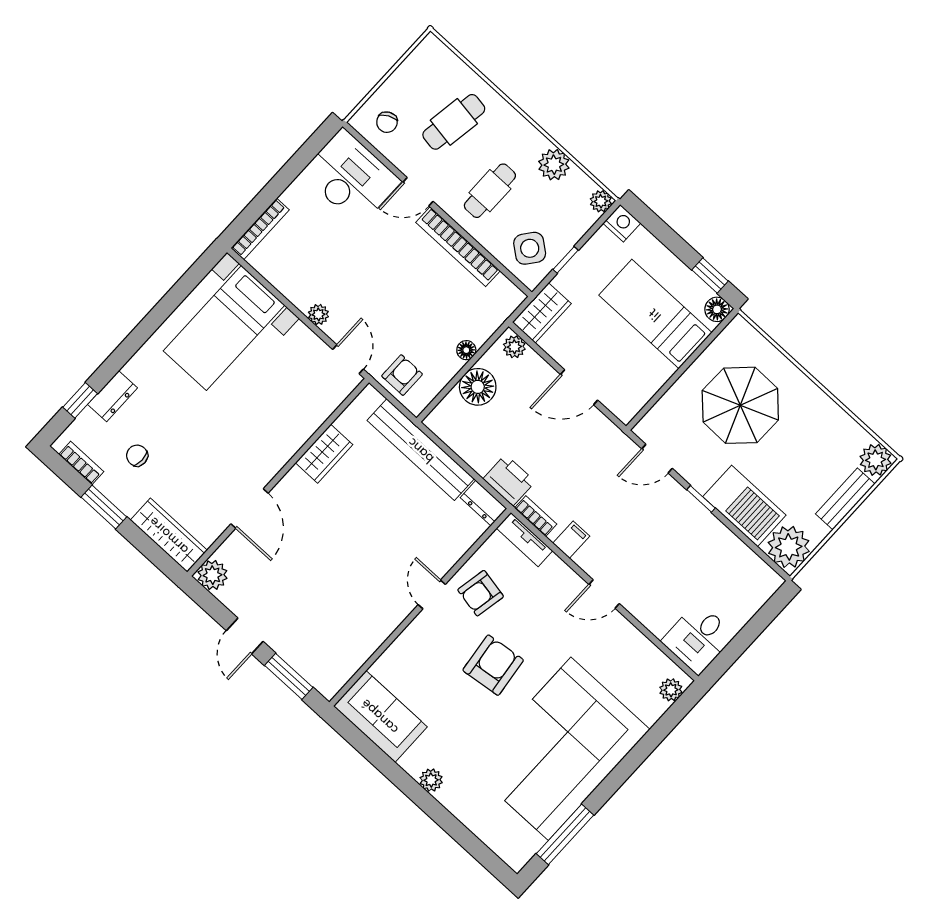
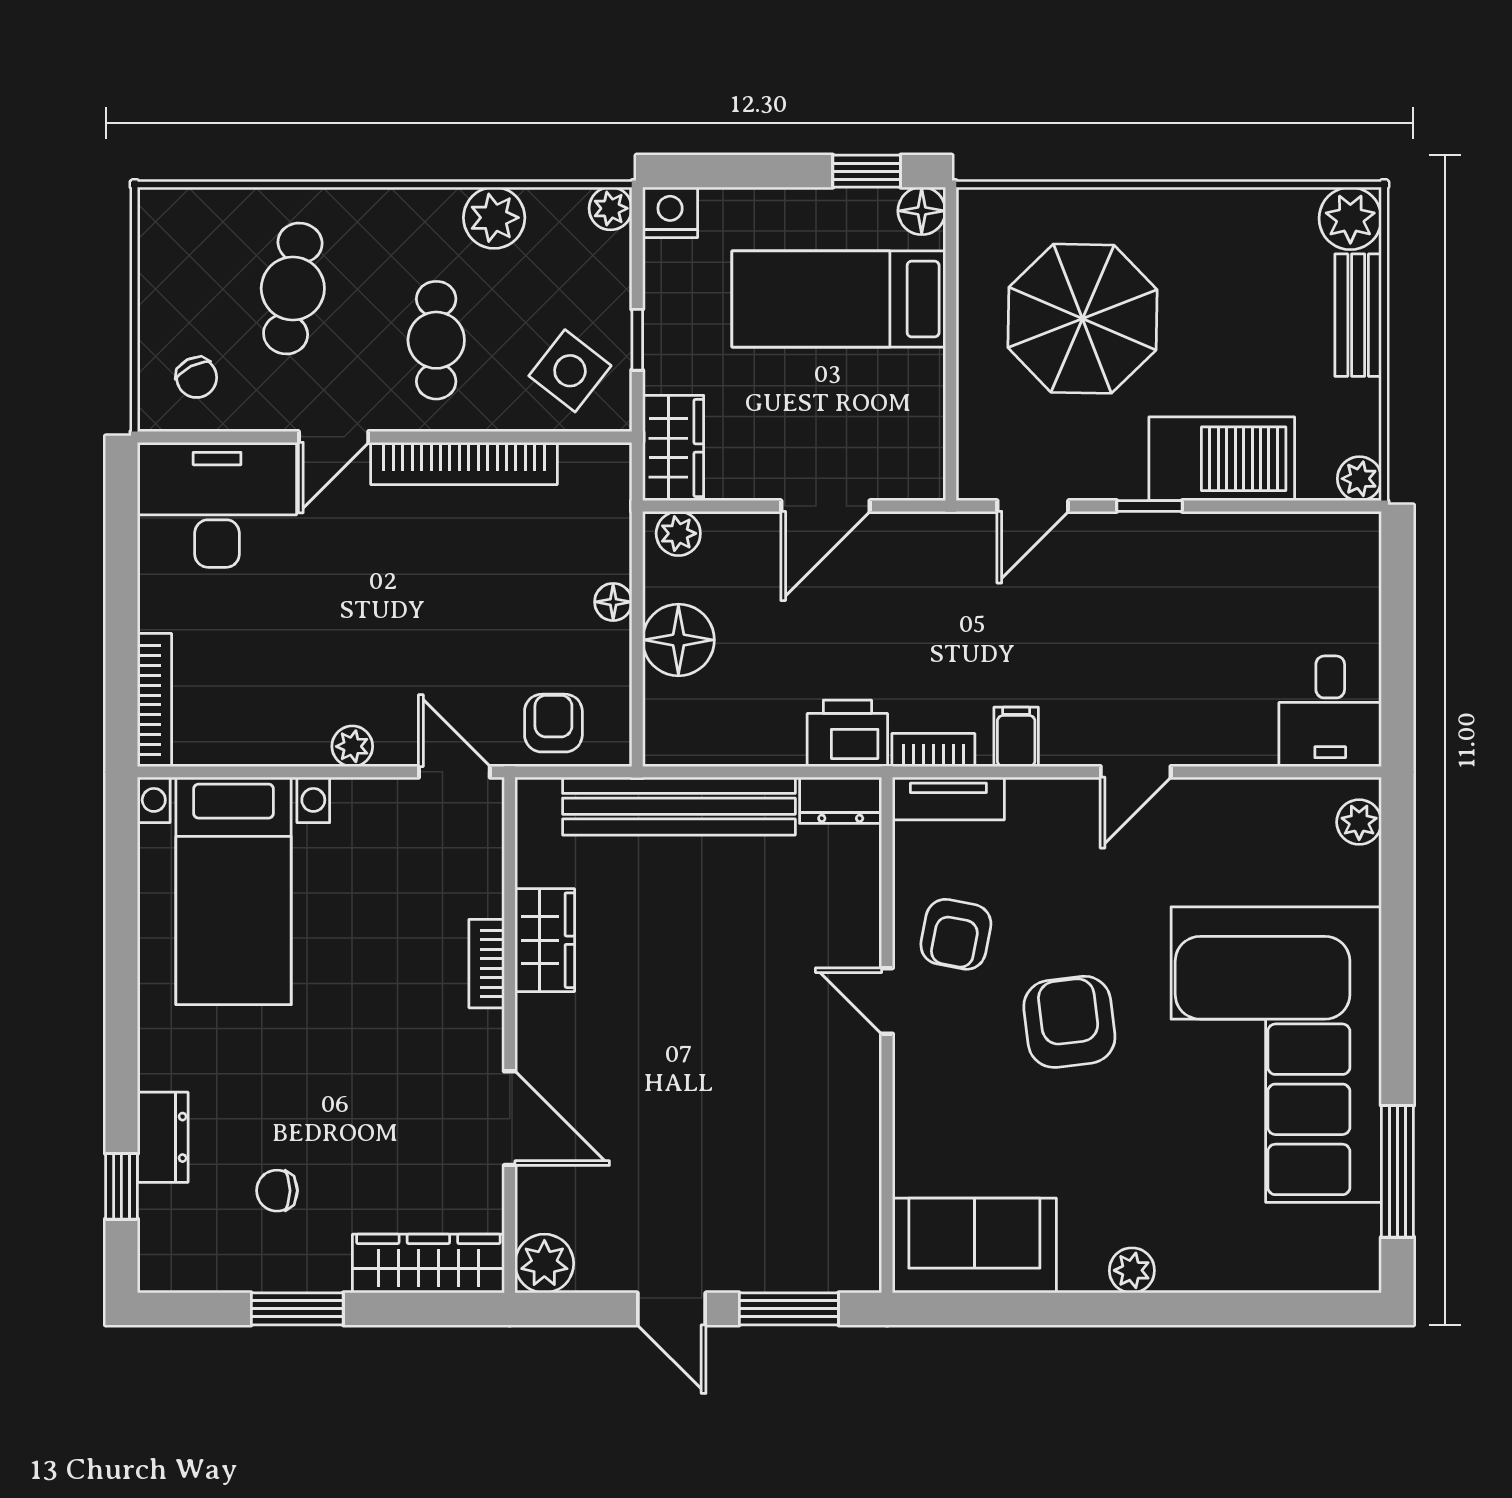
bookcase: (81, 463) -> (487, 964), moved, turned -90
plant: (789, 547) -> (1359, 479), width x0.53, depth x0.53

